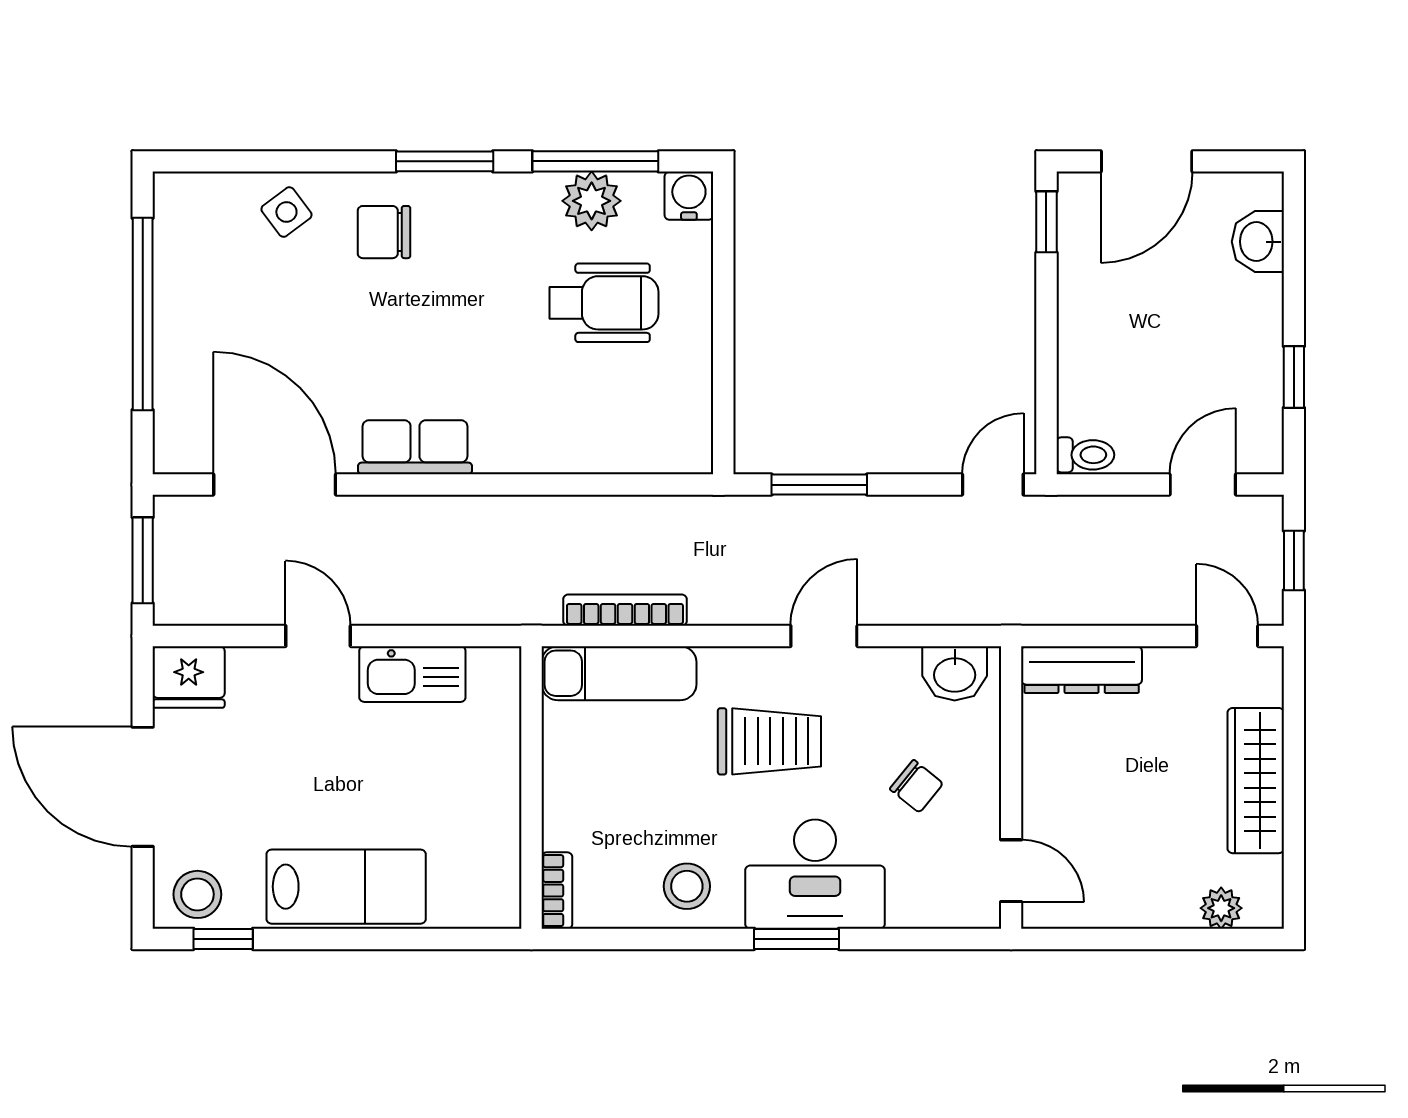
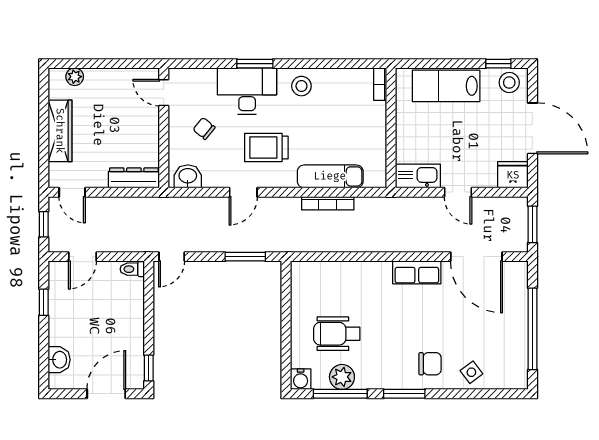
wall: (531, 787) -> (391, 128), moved
bookcase: (557, 891) -> (380, 84), moved

